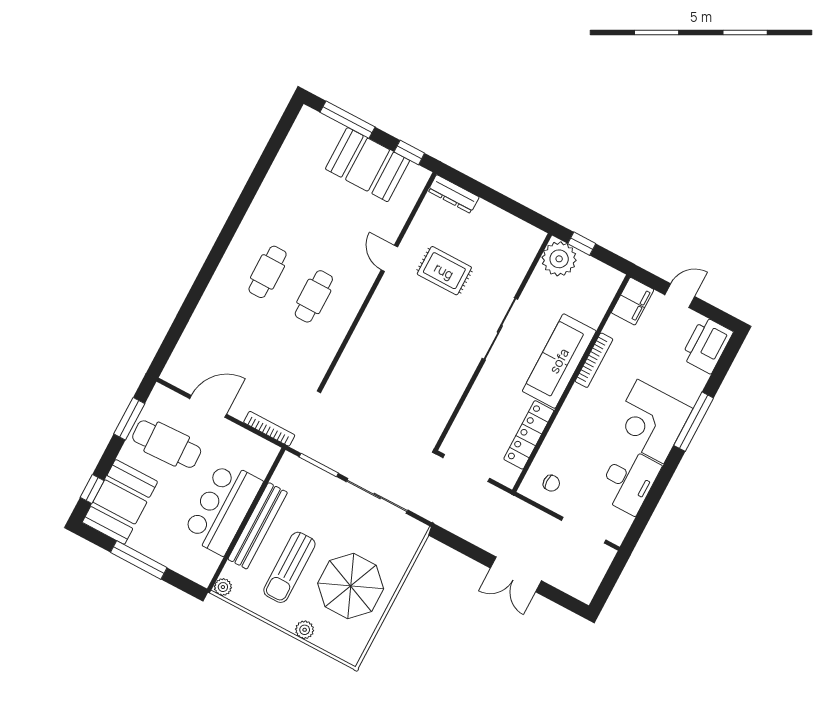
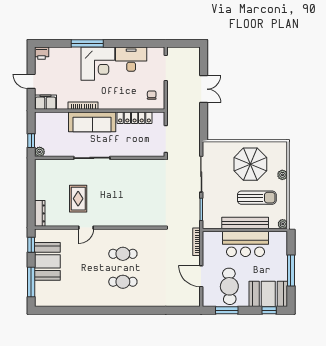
plant: (559, 259) -> (40, 152), width x0.53, depth x0.53
printer: (707, 345) -> (42, 53), width x0.53, depth x0.68

